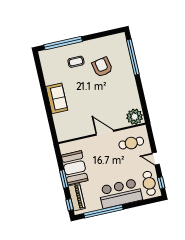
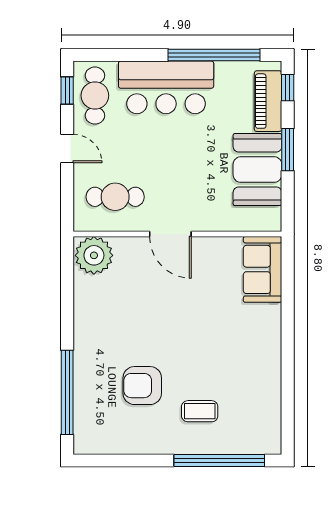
armchair: (102, 67) -> (142, 386), turned 101
sofa: (57, 98) -> (263, 269), moved

